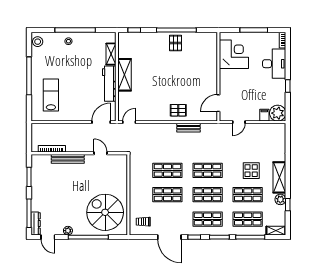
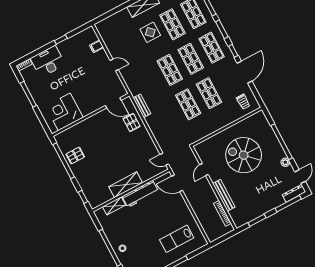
corner desk: (234, 54) -> (64, 112), moved
wall: (218, 77) -> (91, 115), moved
door: (218, 103) -> (113, 103), moved
plant: (278, 113) -> (89, 36), removed
spiral stairs: (105, 212) -> (244, 155), moved, turned 90

